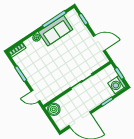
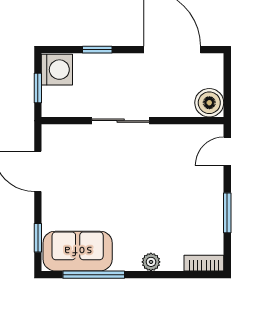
sofa: (56, 31) -> (78, 251), moved
door: (35, 96) -> (227, 151), swing flipped

